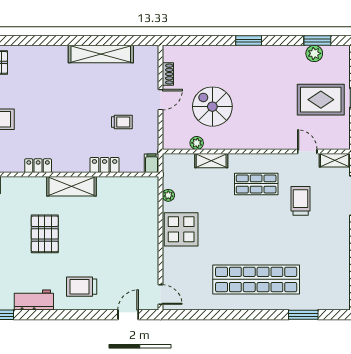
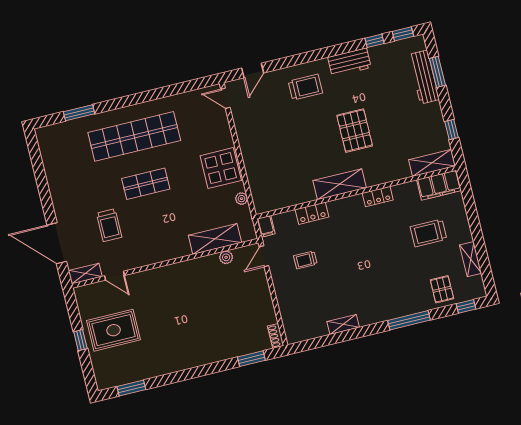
window: (37, 41) -> (409, 320), added
window: (249, 41) -> (251, 359), moved
plant: (314, 53) -> (131, 374), removed
shelving: (101, 54) -> (343, 324), width x0.45, depth x0.75
shoe rack: (168, 74) -> (276, 336), moved
door: (160, 100) -> (264, 256), moved
spiral stairs: (212, 107) -> (219, 297), removed
shelving: (211, 161) -> (215, 239), width x1.50, depth x1.33
shop shelf: (256, 184) -> (146, 184), moved

